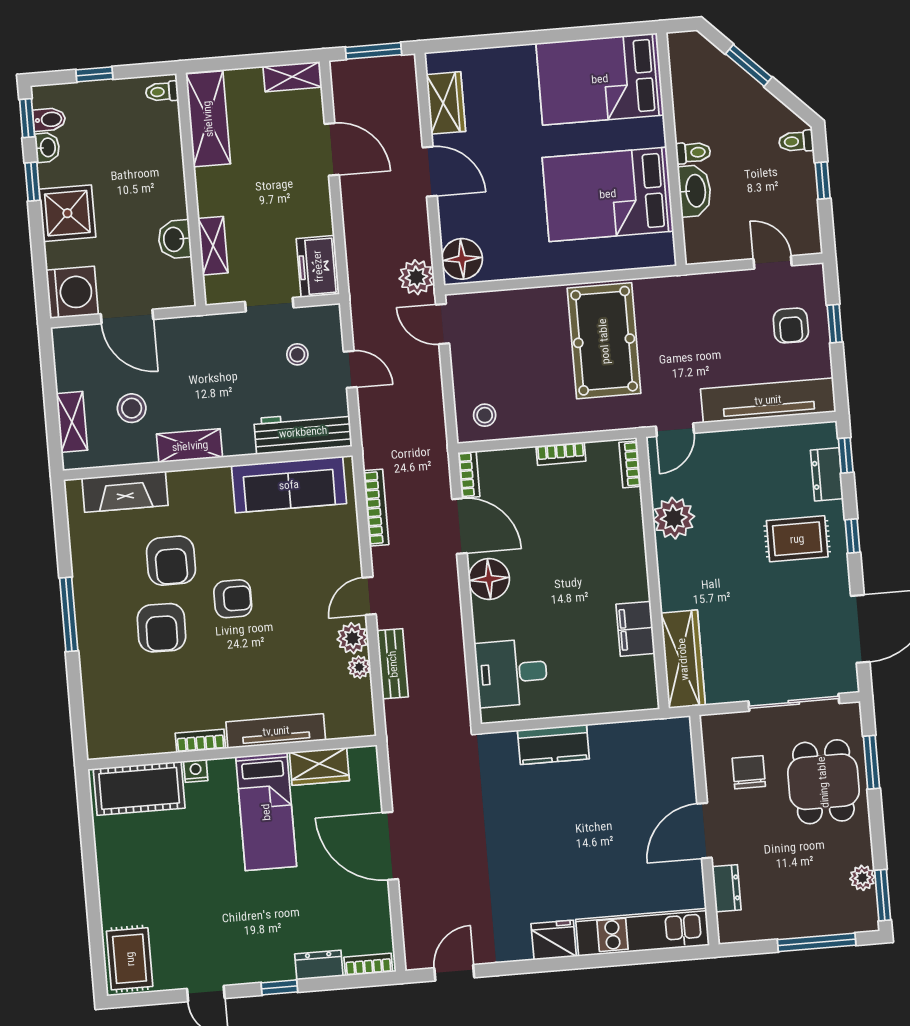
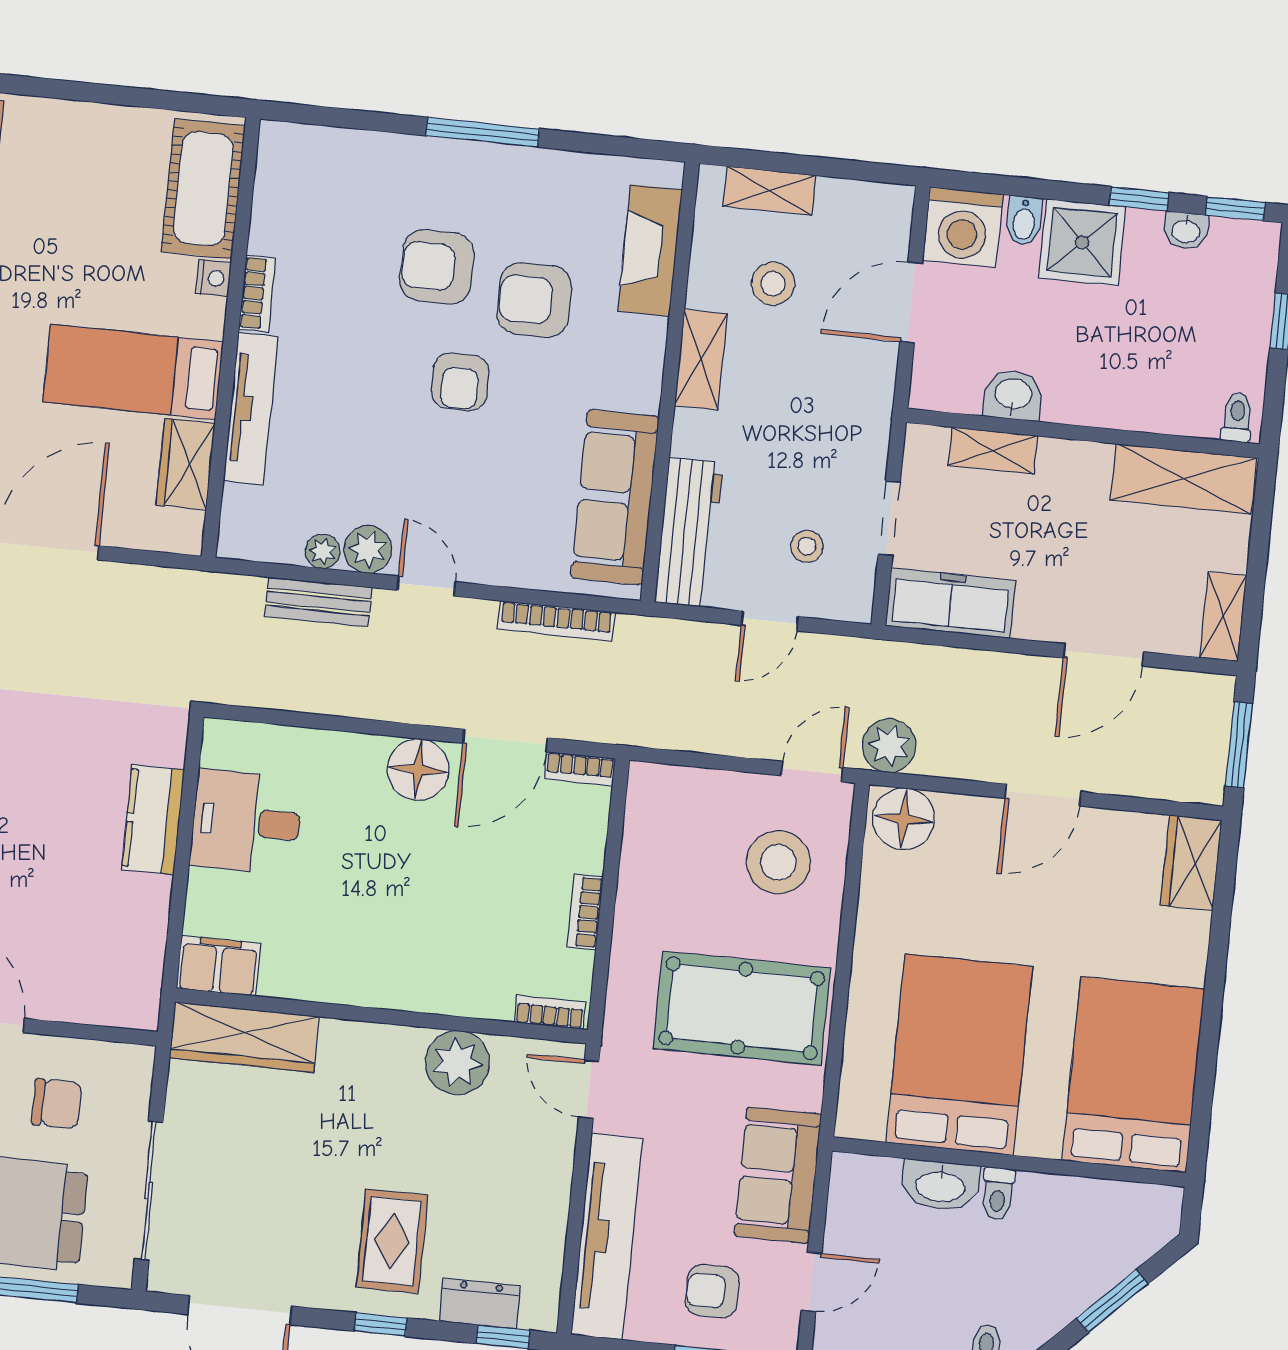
wardrobe: (446, 103) -> (1191, 863), moved, turned 90
bidet: (49, 120) -> (1024, 221), moved
freezer: (318, 266) -> (950, 603), width x1.40
sofa: (708, 297) -> (778, 1175), added
stool: (485, 415) -> (778, 862), moved, width x1.89, depth x1.89
filing cabinet: (635, 629) -> (218, 966), moved
desk: (511, 673) -> (246, 822), moved, turned -90

